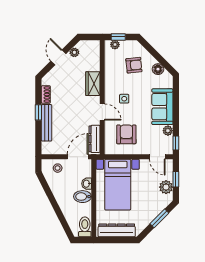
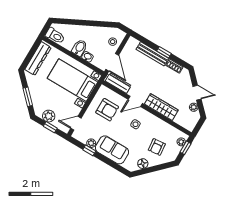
wardrobe: (93, 84) -> (161, 107), width x1.50
window: (176, 143) -> (89, 150), moved

